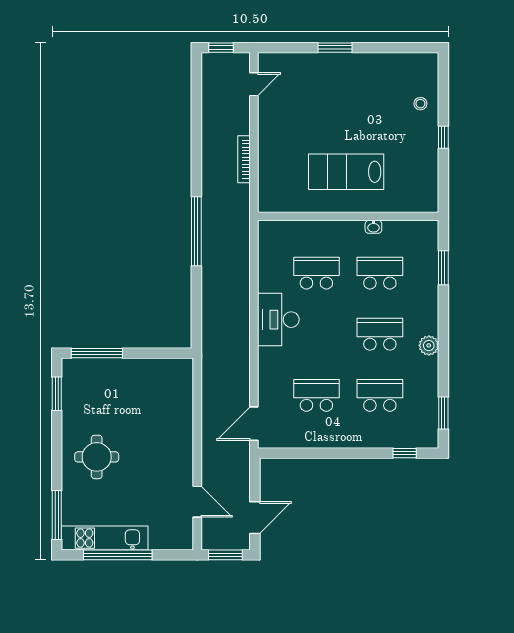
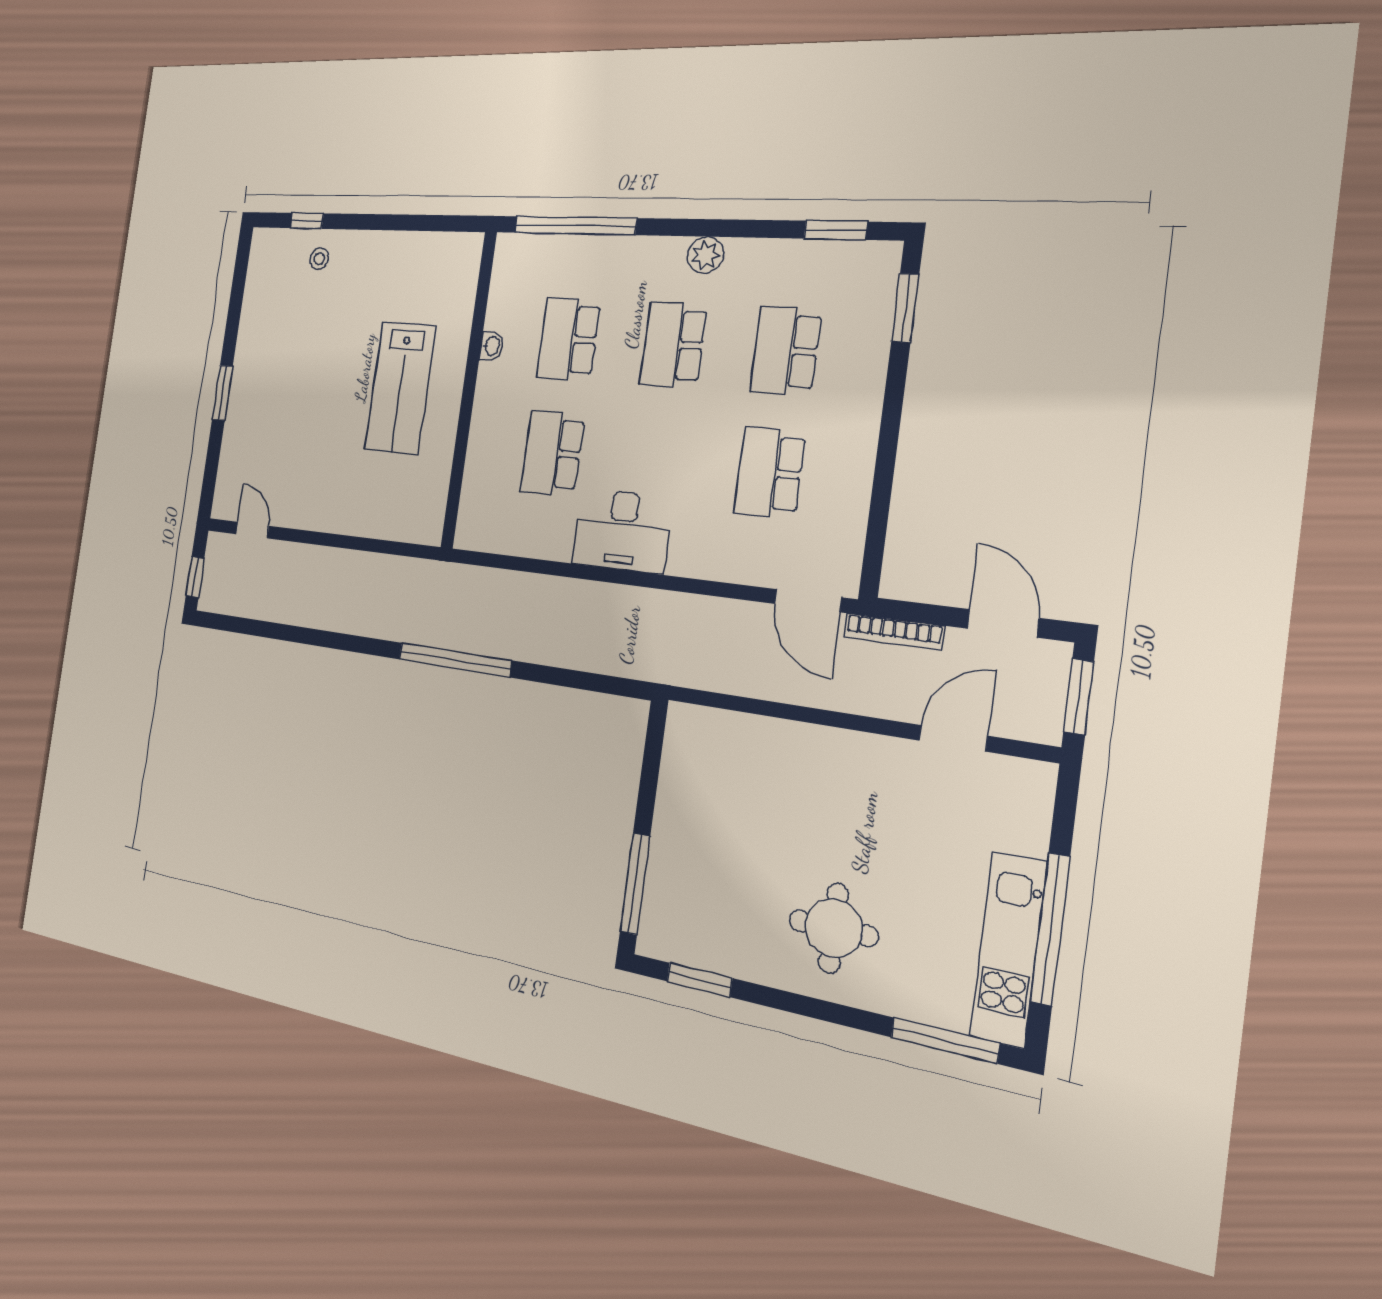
window: (443, 137) -> (307, 221), moved
bookcase: (244, 159) -> (894, 632), moved
window: (443, 268) -> (575, 226), width x2.11
window: (405, 453) -> (905, 308), width x1.50

